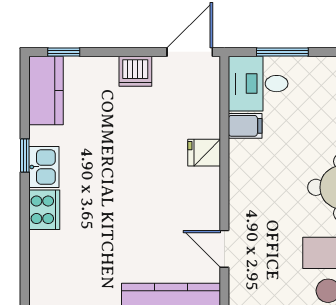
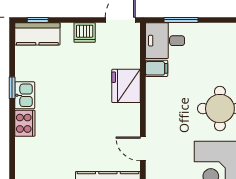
kitchen counter: (46, 90) -> (37, 34), moved, turned 90
fridge: (204, 153) -> (126, 86), width x1.88, depth x1.34

